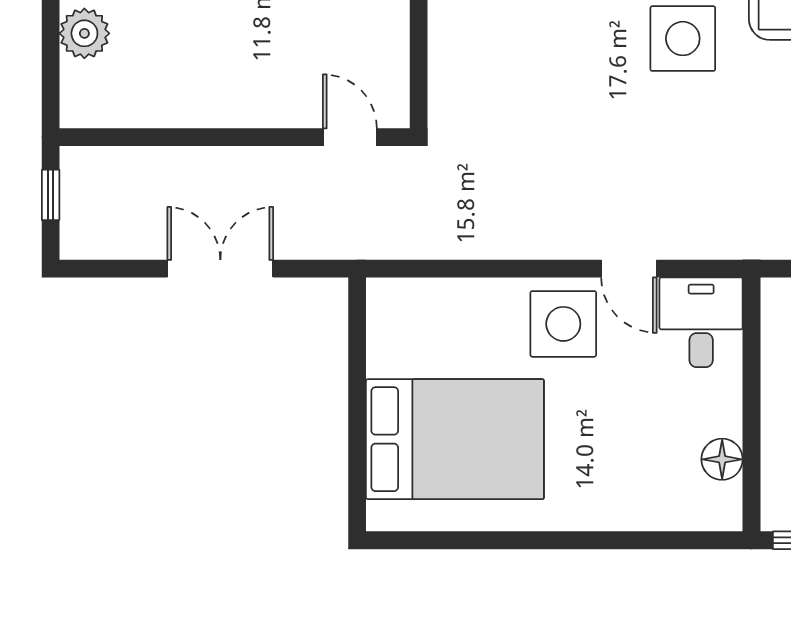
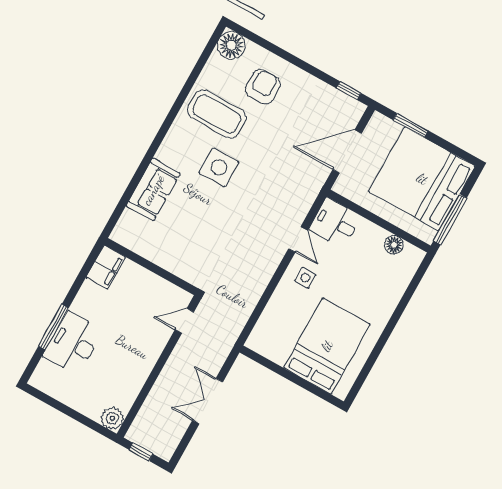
plant: (84, 33) -> (112, 418), moved
door: (629, 269) -> (298, 239), hinge flipped
side table: (563, 324) -> (305, 278), width x0.54, depth x0.54

